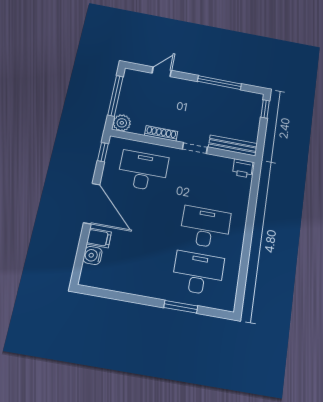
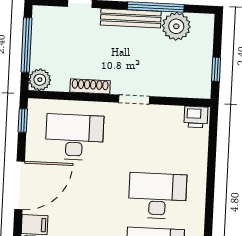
plant: (234, 99) -> (176, 26), added
window: (265, 109) -> (216, 69), moved
bench: (233, 145) -> (131, 18), moved
door: (92, 203) -> (20, 185), hinge flipped

